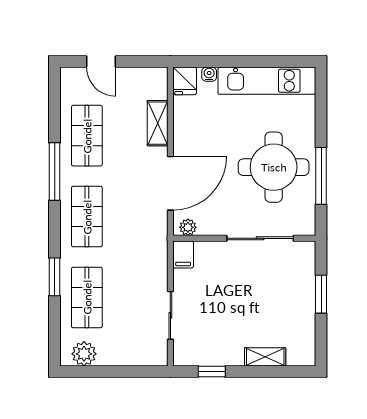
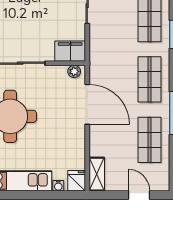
shelving: (158, 123) -> (97, 174), moved
door: (170, 183) -> (87, 104), swing flipped
filing cabinet: (183, 254) -> (70, 51), width x2.00

